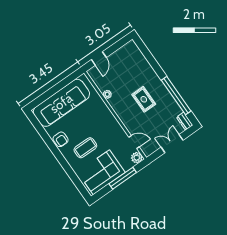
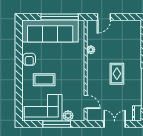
window: (61, 85) -> (60, 17), added
plant: (137, 158) -> (68, 116), moved

